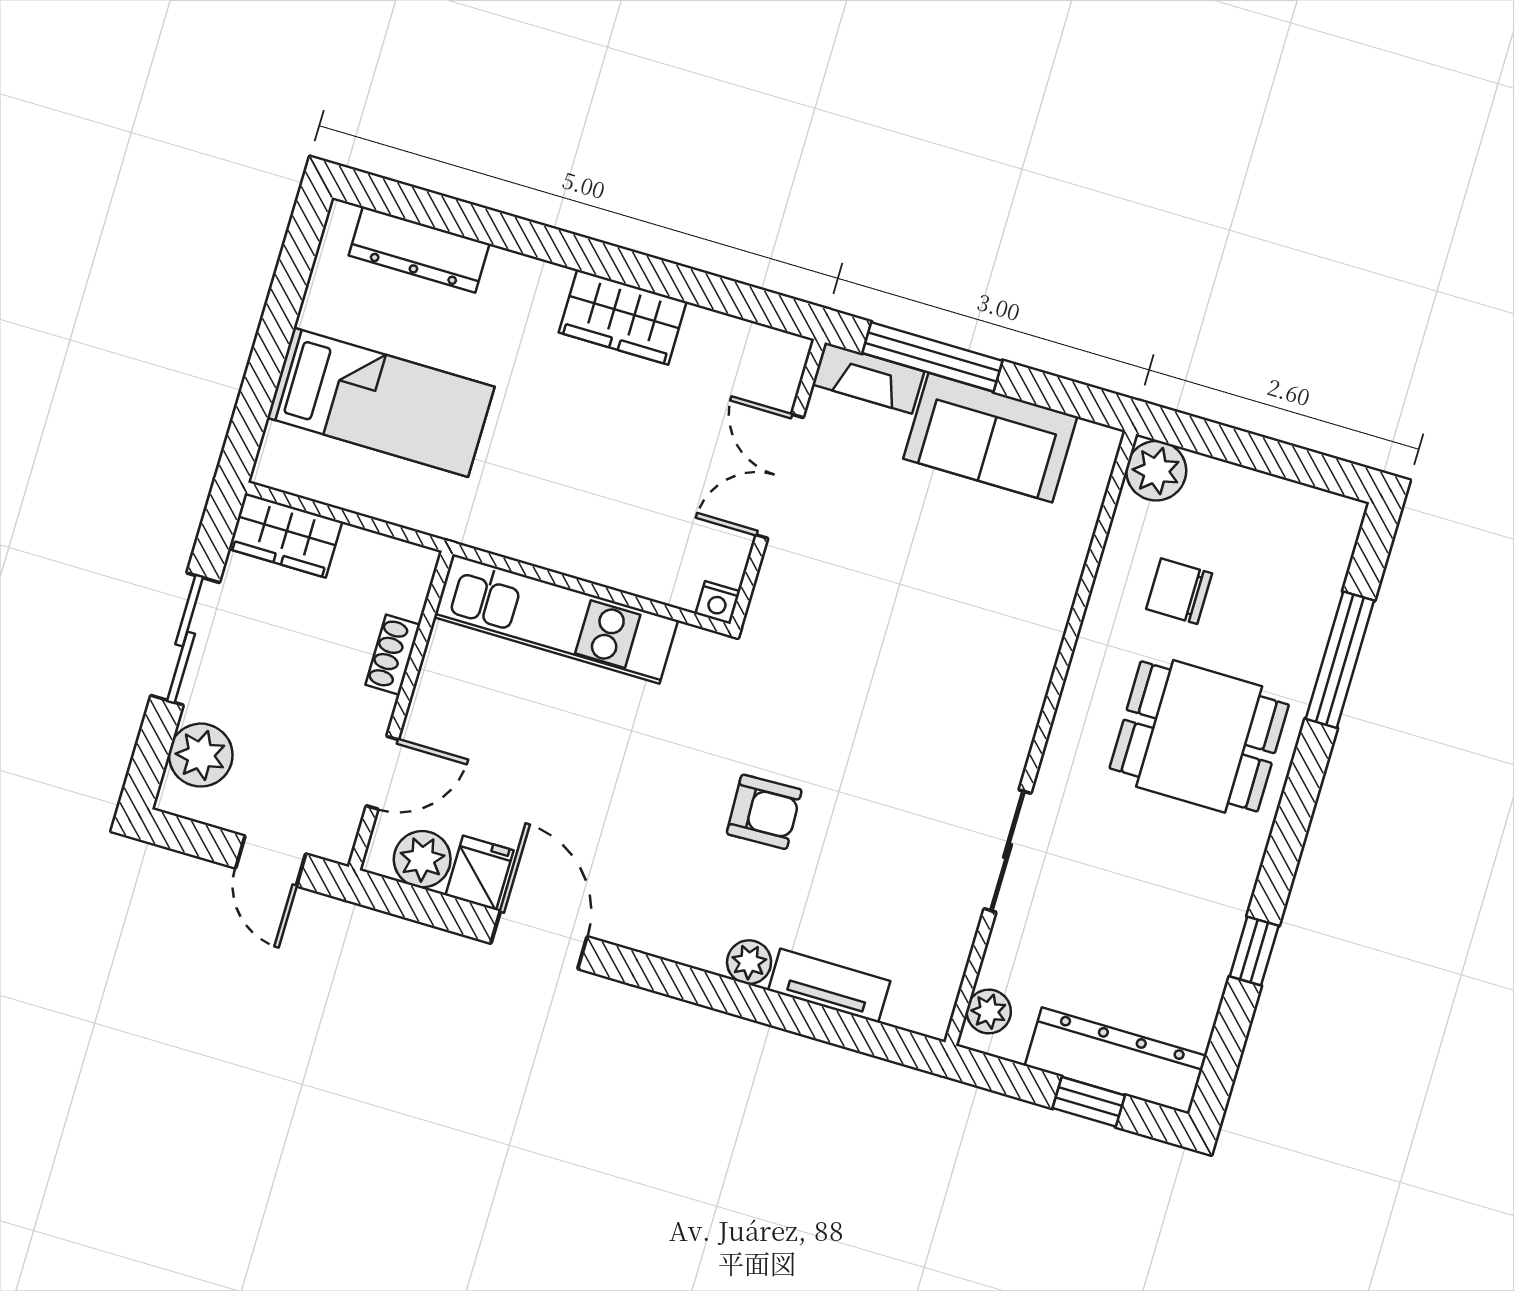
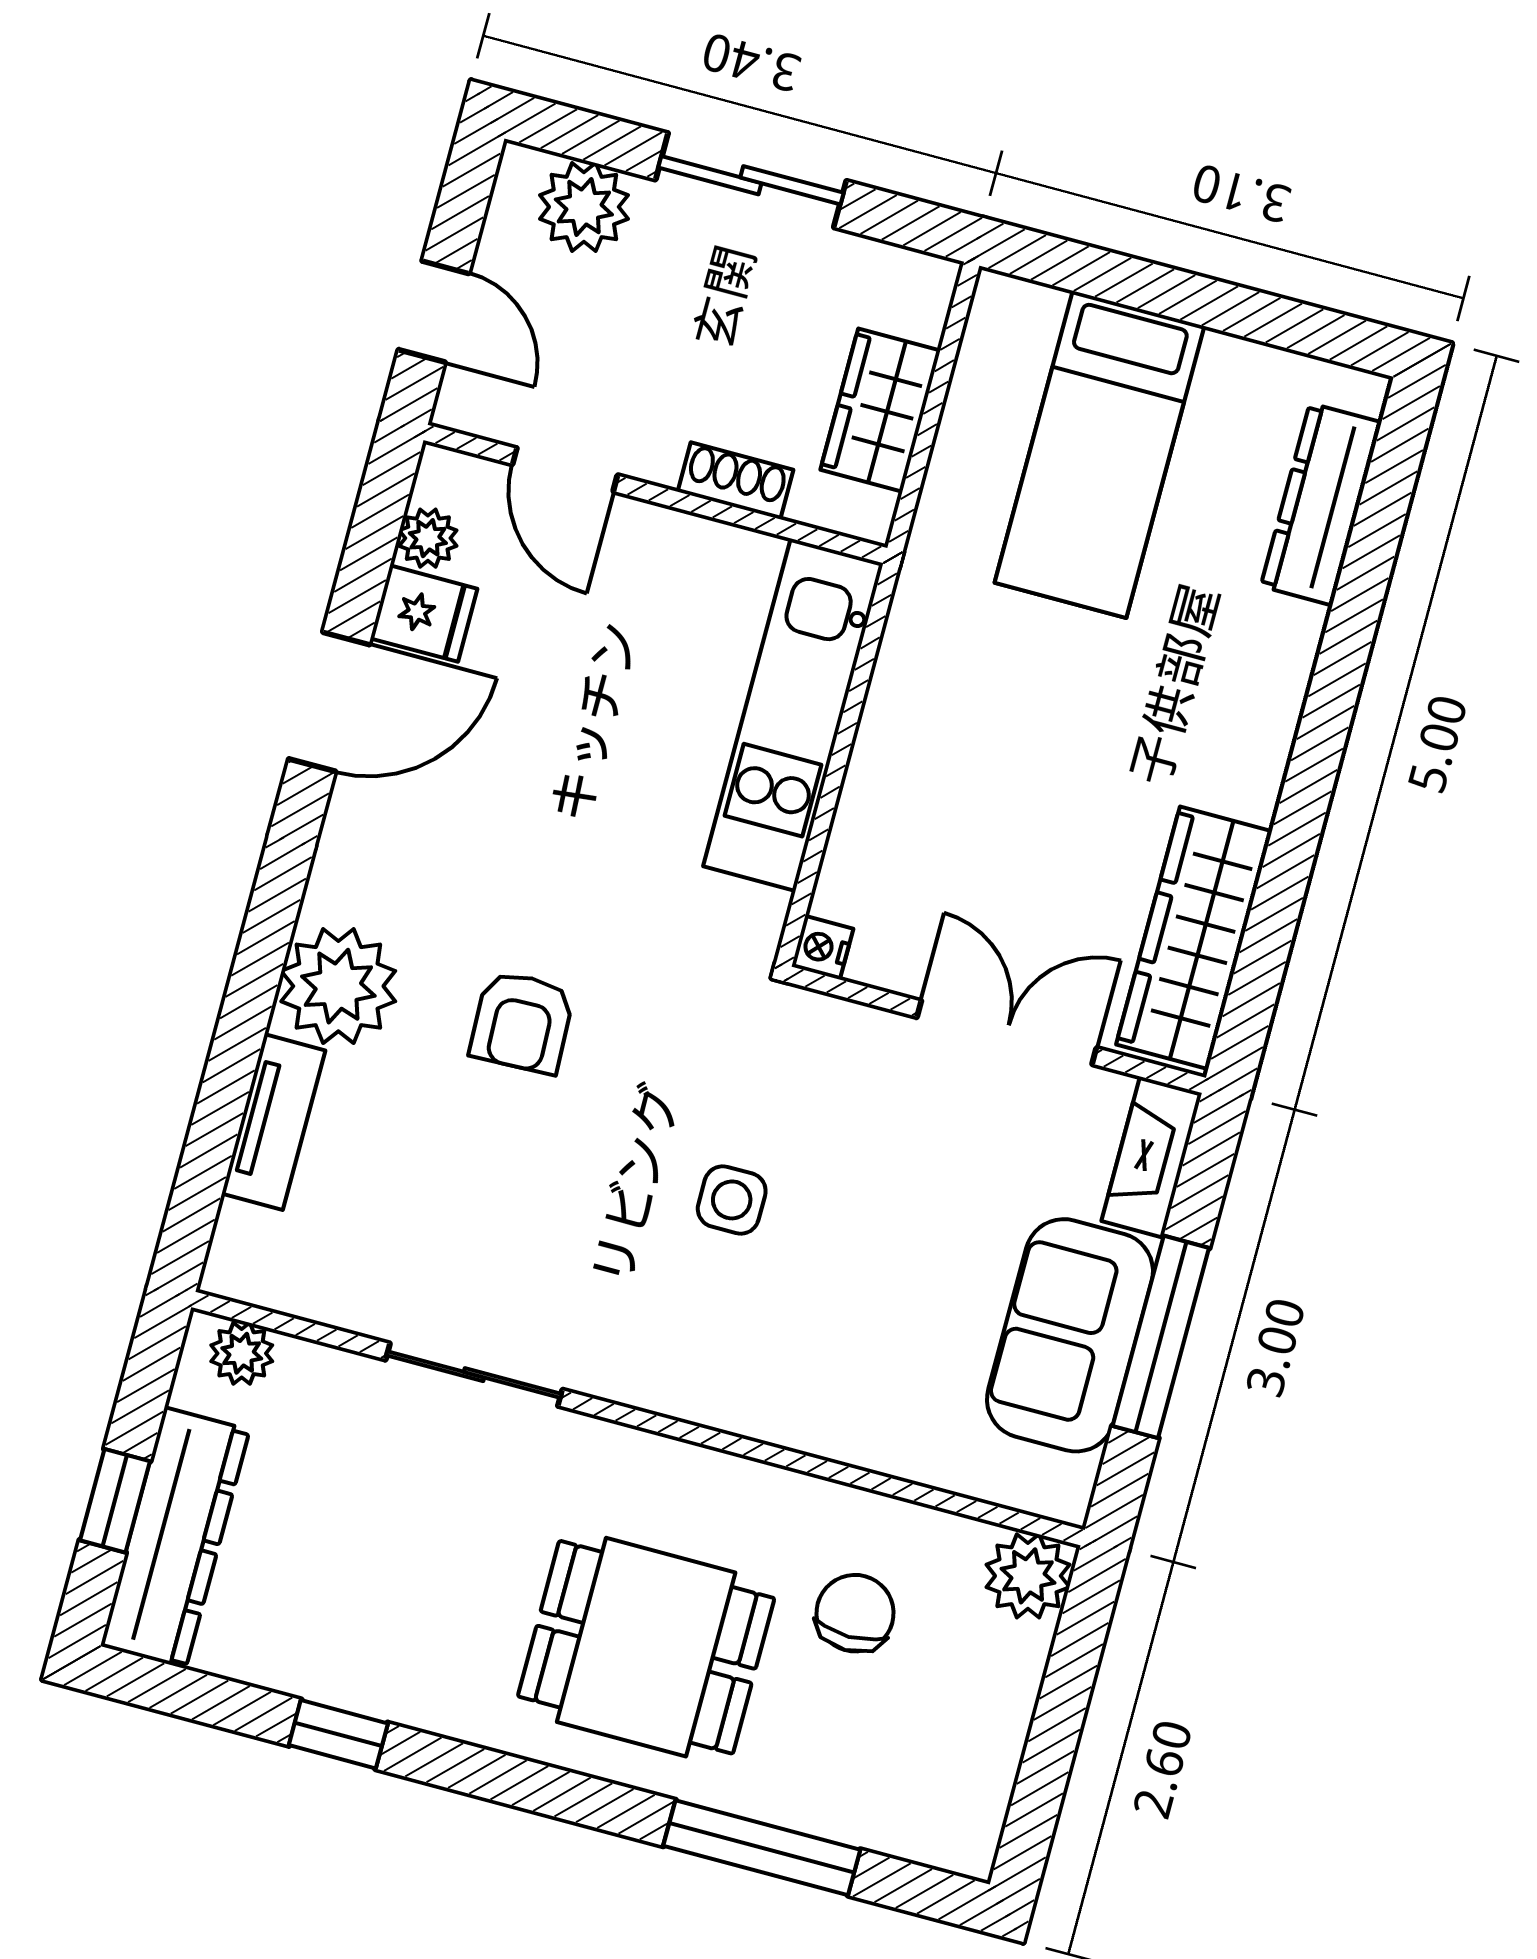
wardrobe: (623, 317) -> (1194, 938), moved, width x1.50
window: (932, 357) -> (1161, 1337), moved
wardrobe: (285, 535) -> (880, 410), moved
side table: (891, 670) -> (732, 1200), added
dining table: (1199, 736) -> (646, 1647), turned 90
plant: (422, 859) -> (428, 538), width x0.73, depth x0.73
door: (271, 861) -> (434, 312), swing flipped
plant: (749, 962) -> (338, 986), width x1.87, depth x1.87

